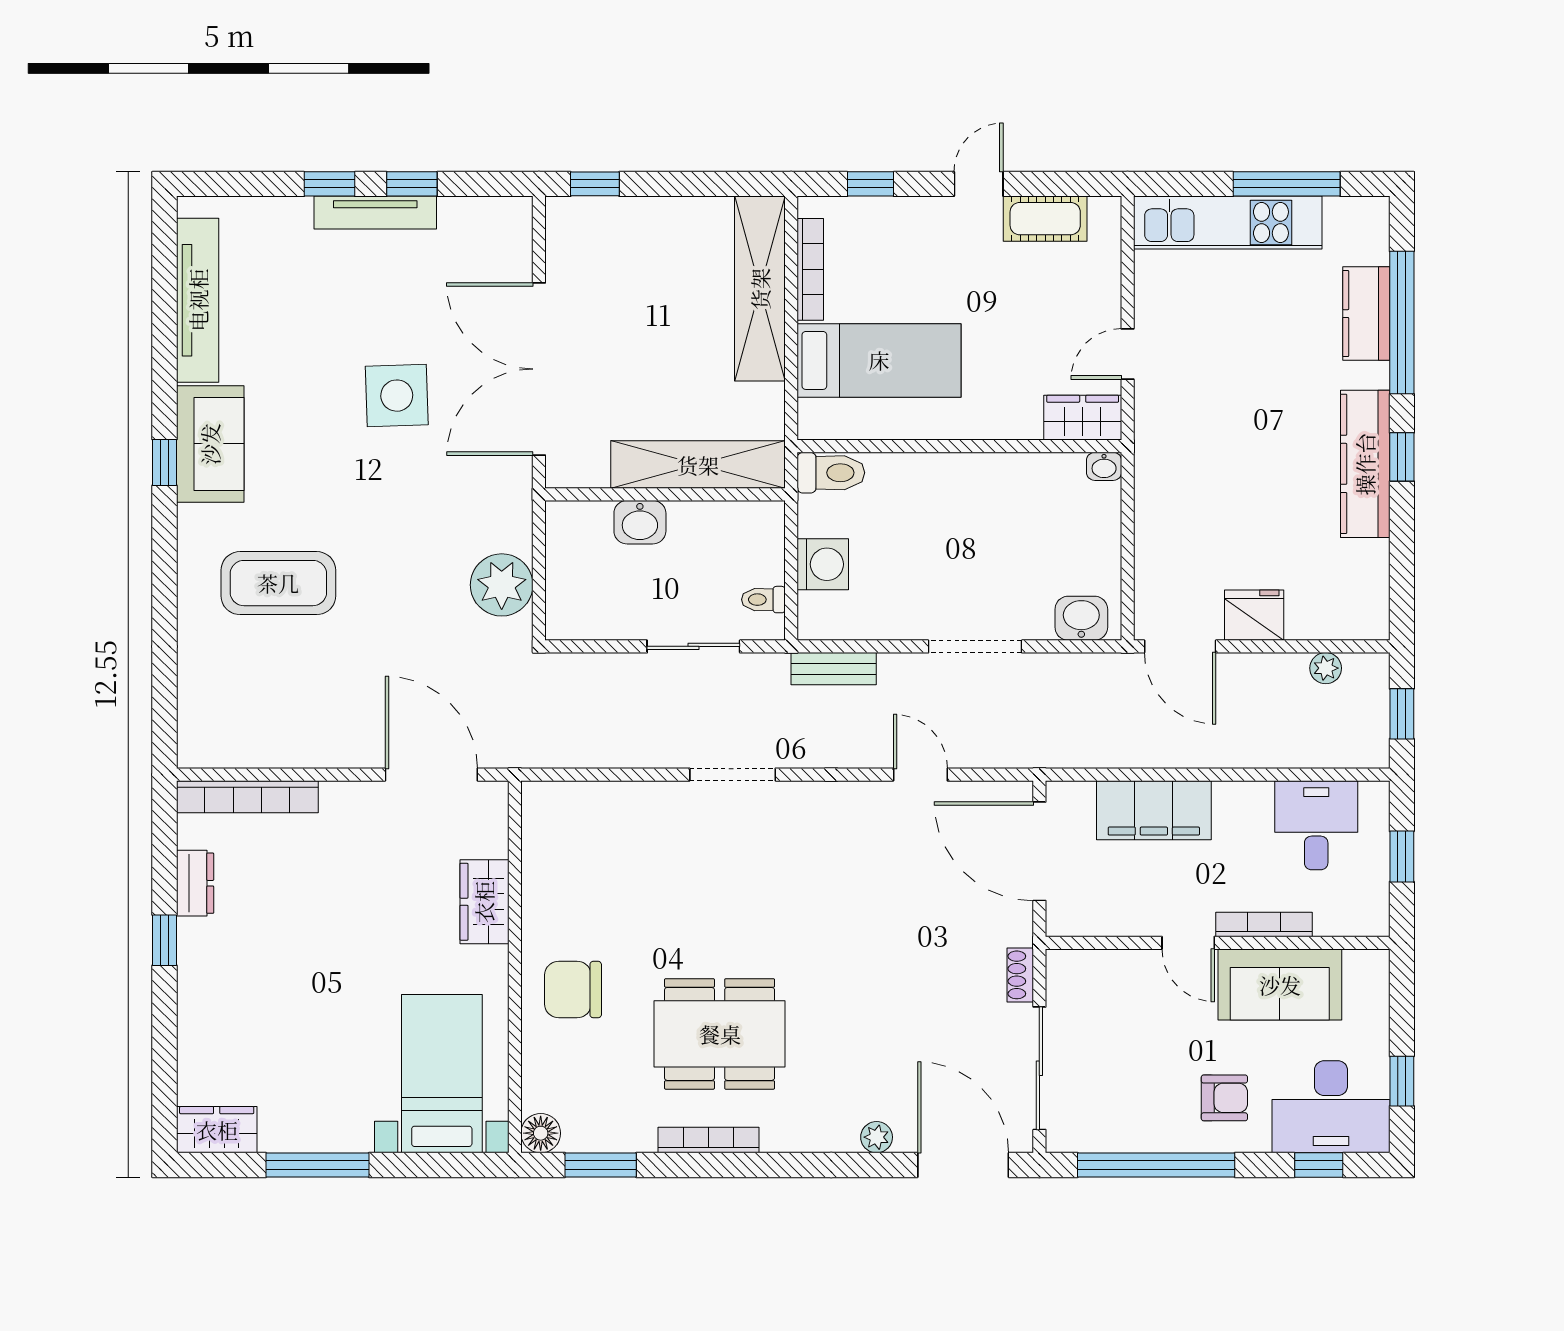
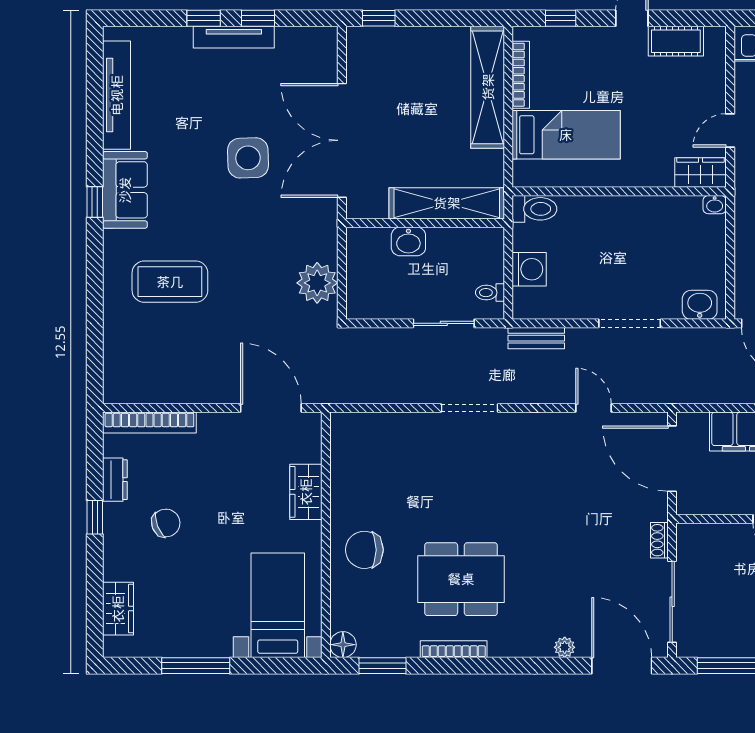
chair: (272, 949) -> (166, 523), added
wardrobe: (217, 1130) -> (118, 609), moved, turned 90

